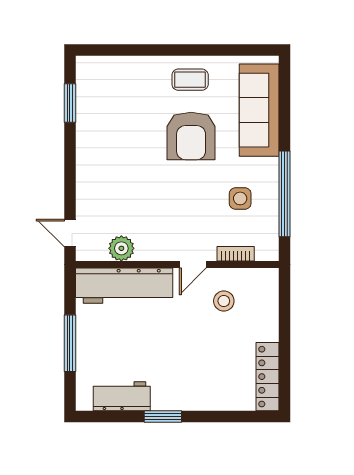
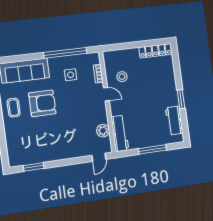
workbench: (124, 286) -> (120, 133), width x0.73, depth x0.76

